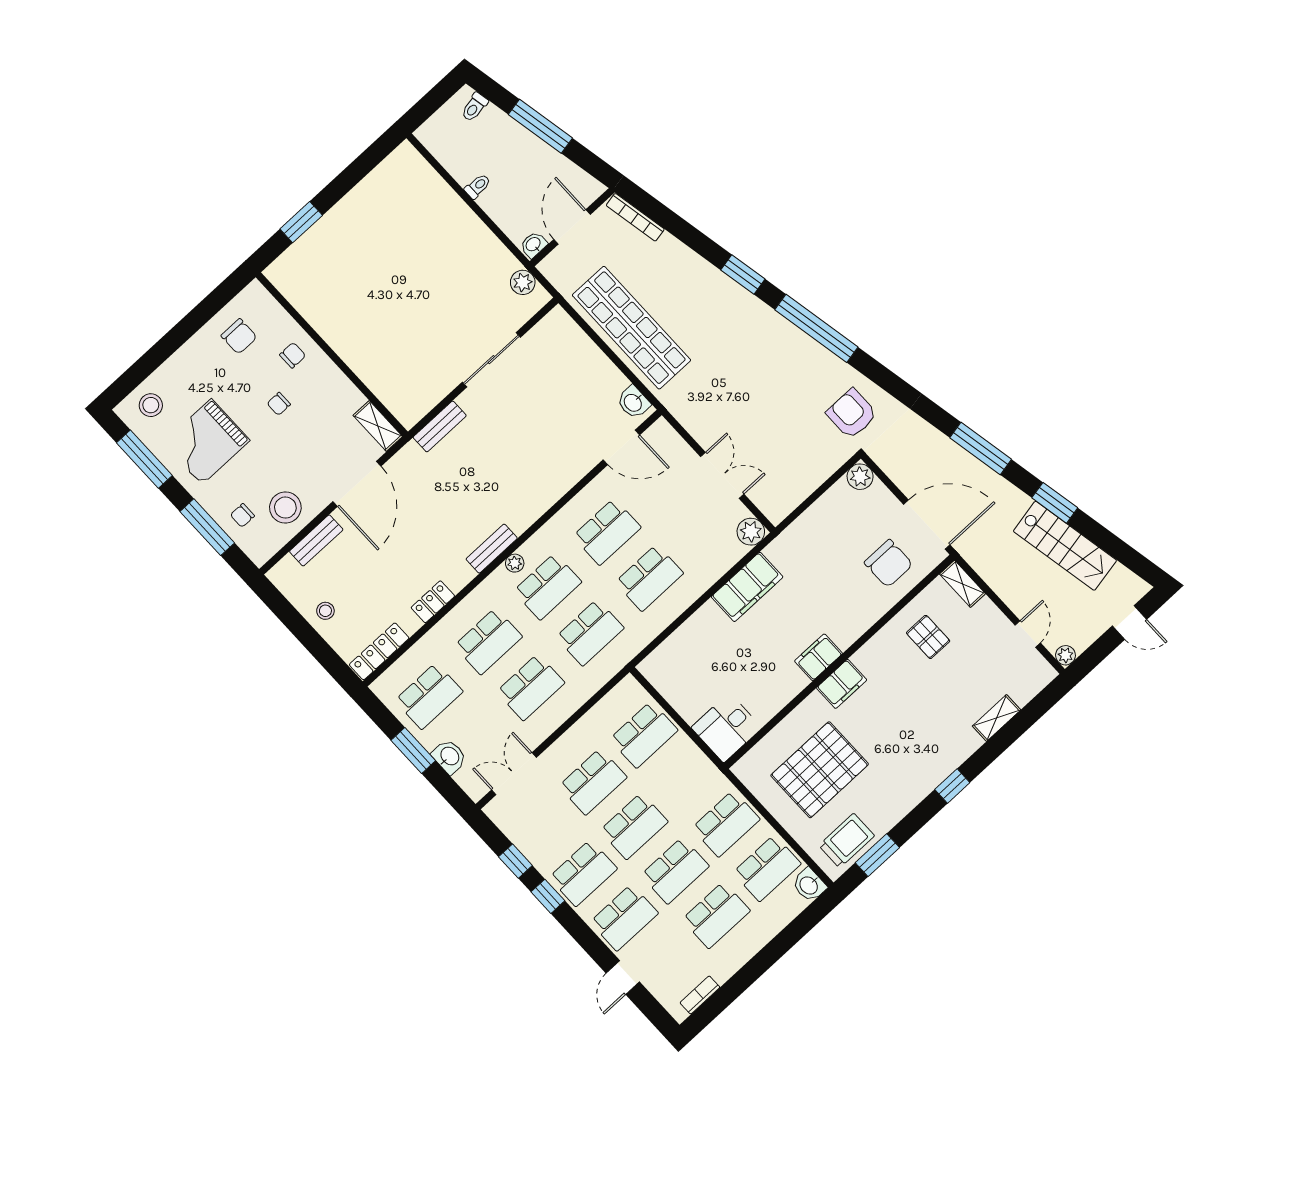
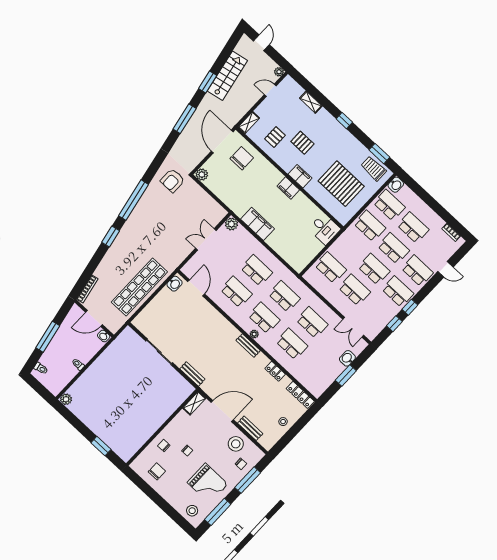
plant: (523, 282) -> (66, 399), moved
pallet: (912, 694) -> (302, 143), added
school desk: (429, 696) -> (320, 370), removed

